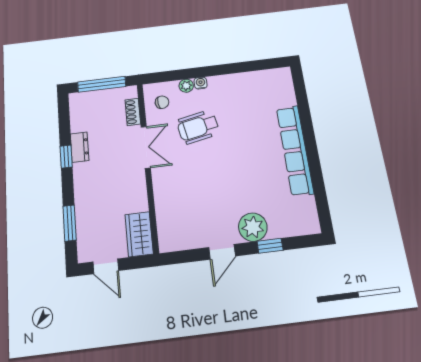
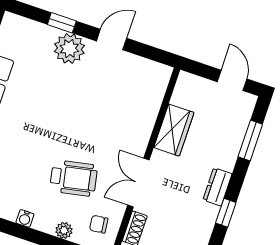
water cooler: (201, 83) -> (25, 218), moved
dresser: (80, 147) -> (217, 187), moved
wardrobe: (139, 234) -> (174, 130), moved

